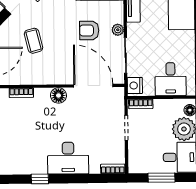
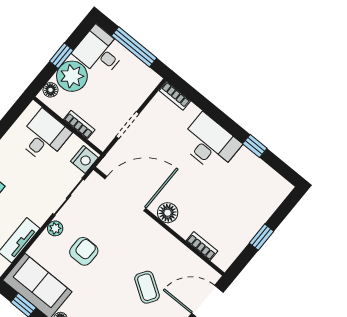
armchair: (89, 30) -> (84, 251), turned -90
coffee table: (34, 41) -> (147, 287), turned -43
door: (93, 86) -> (125, 194), swing flipped
bookcase: (141, 104) -> (79, 125), moved
window: (162, 178) -> (134, 47), width x1.44

